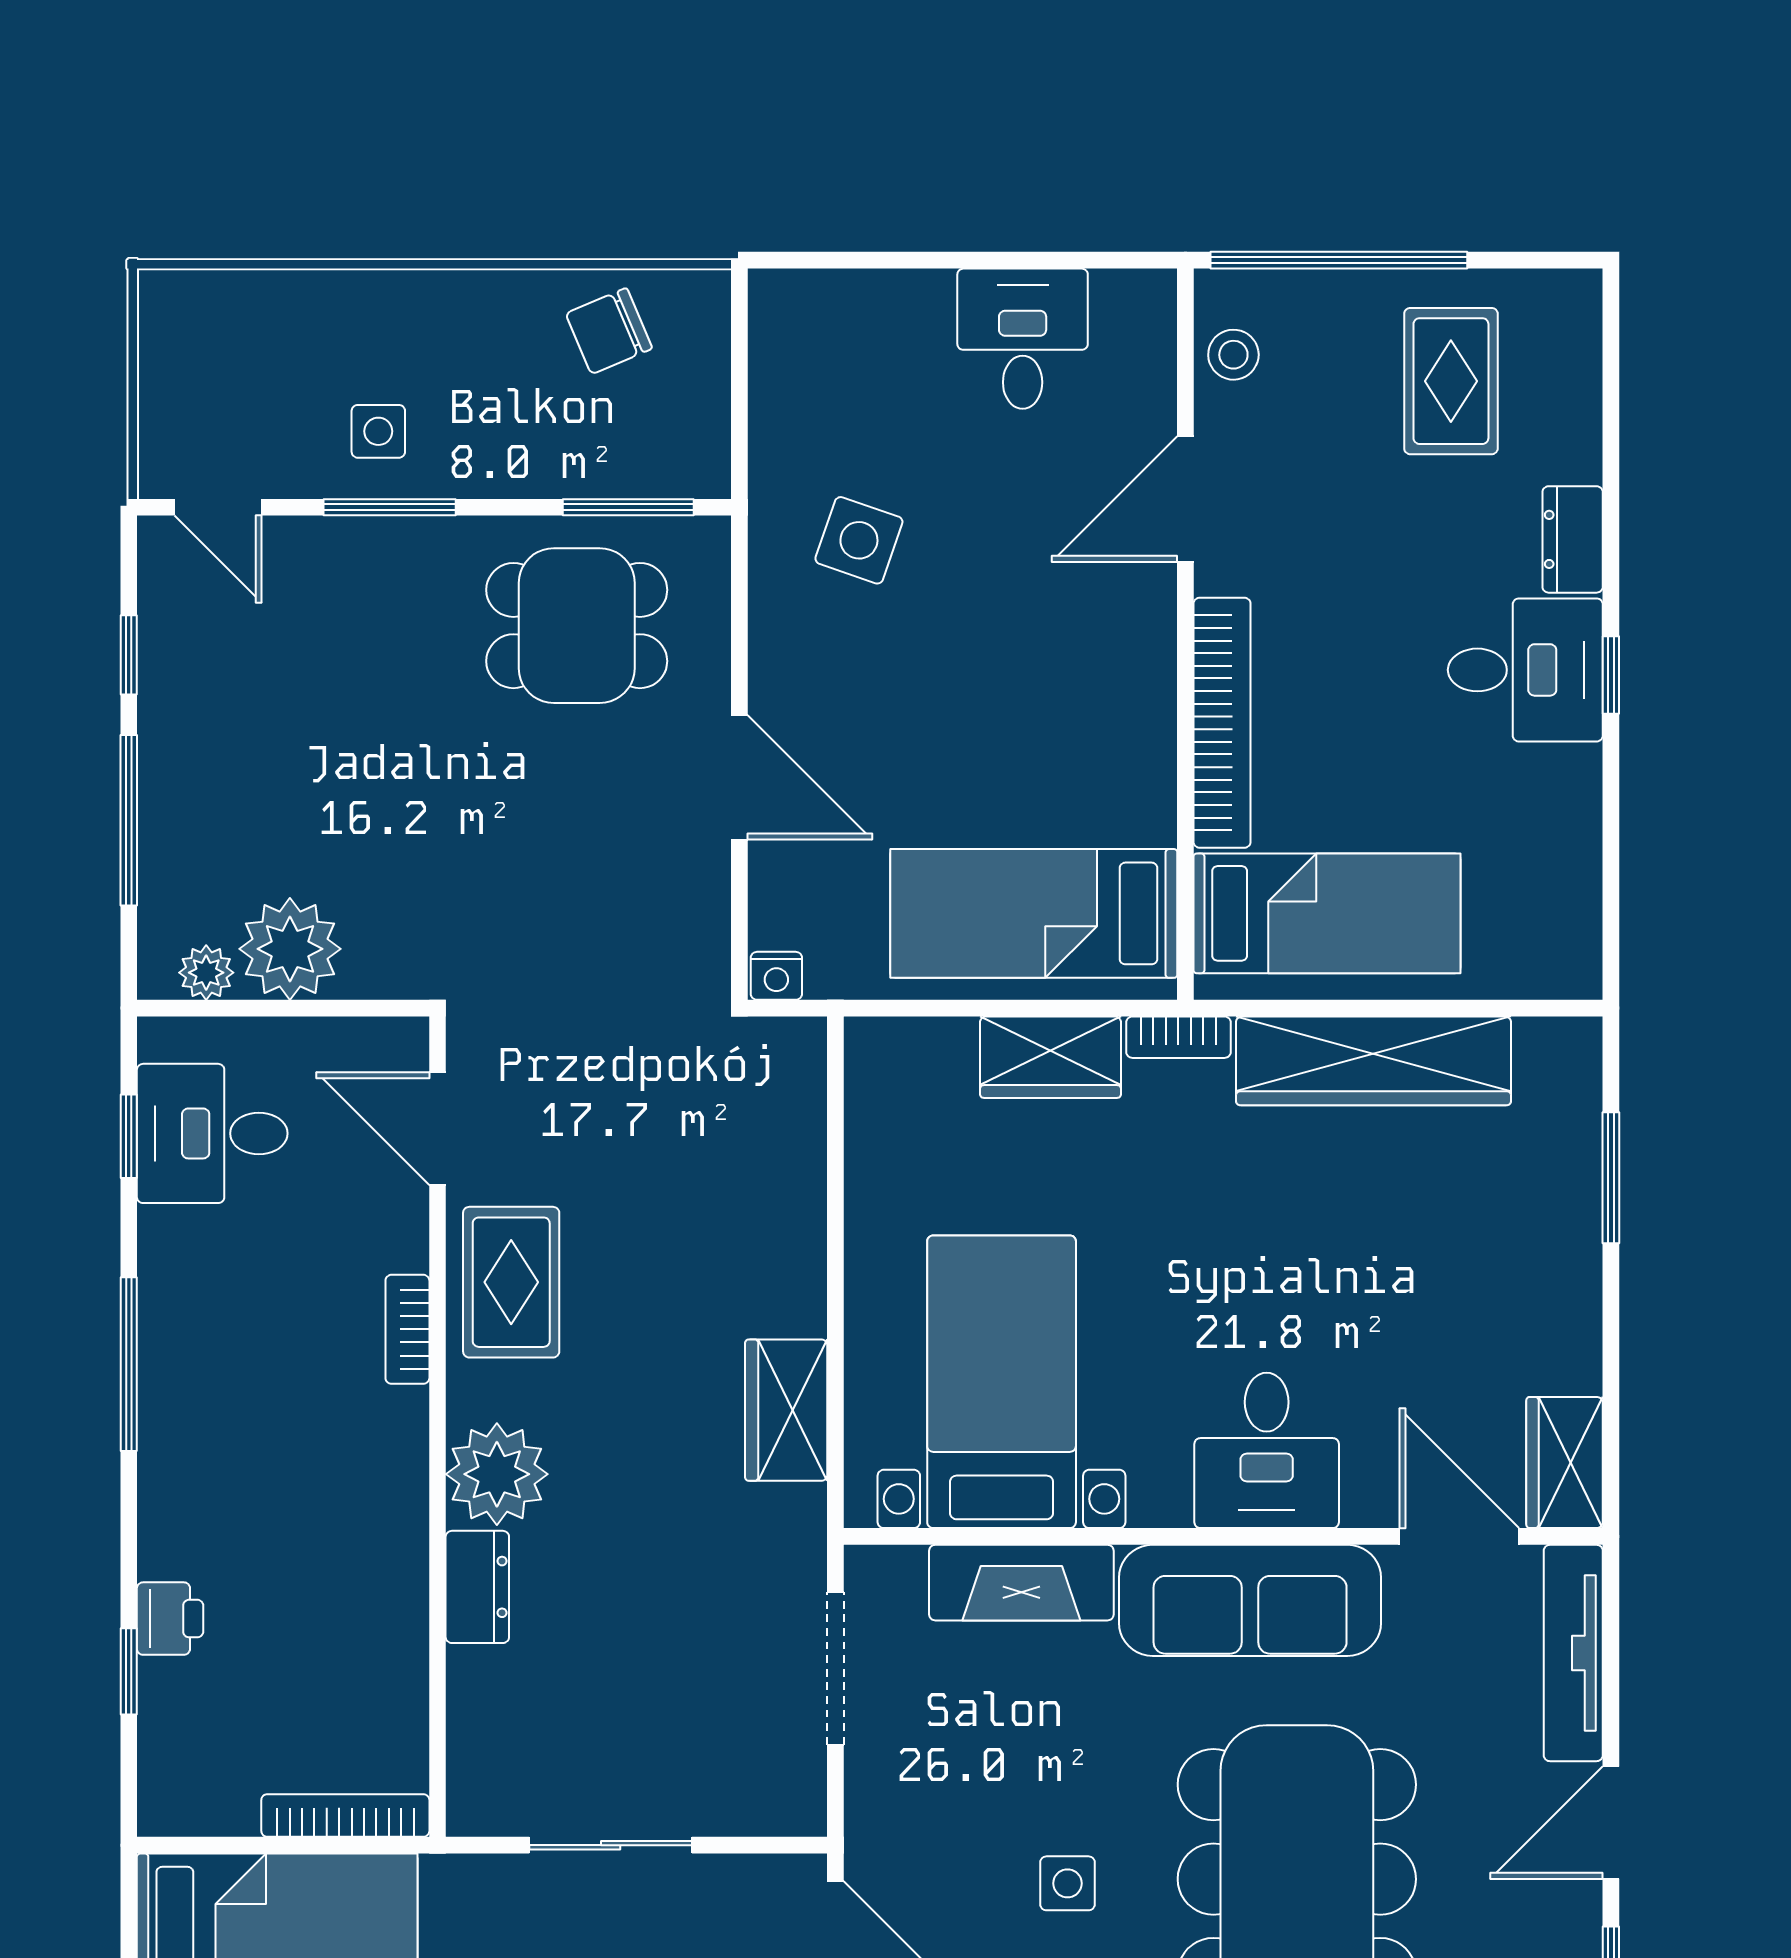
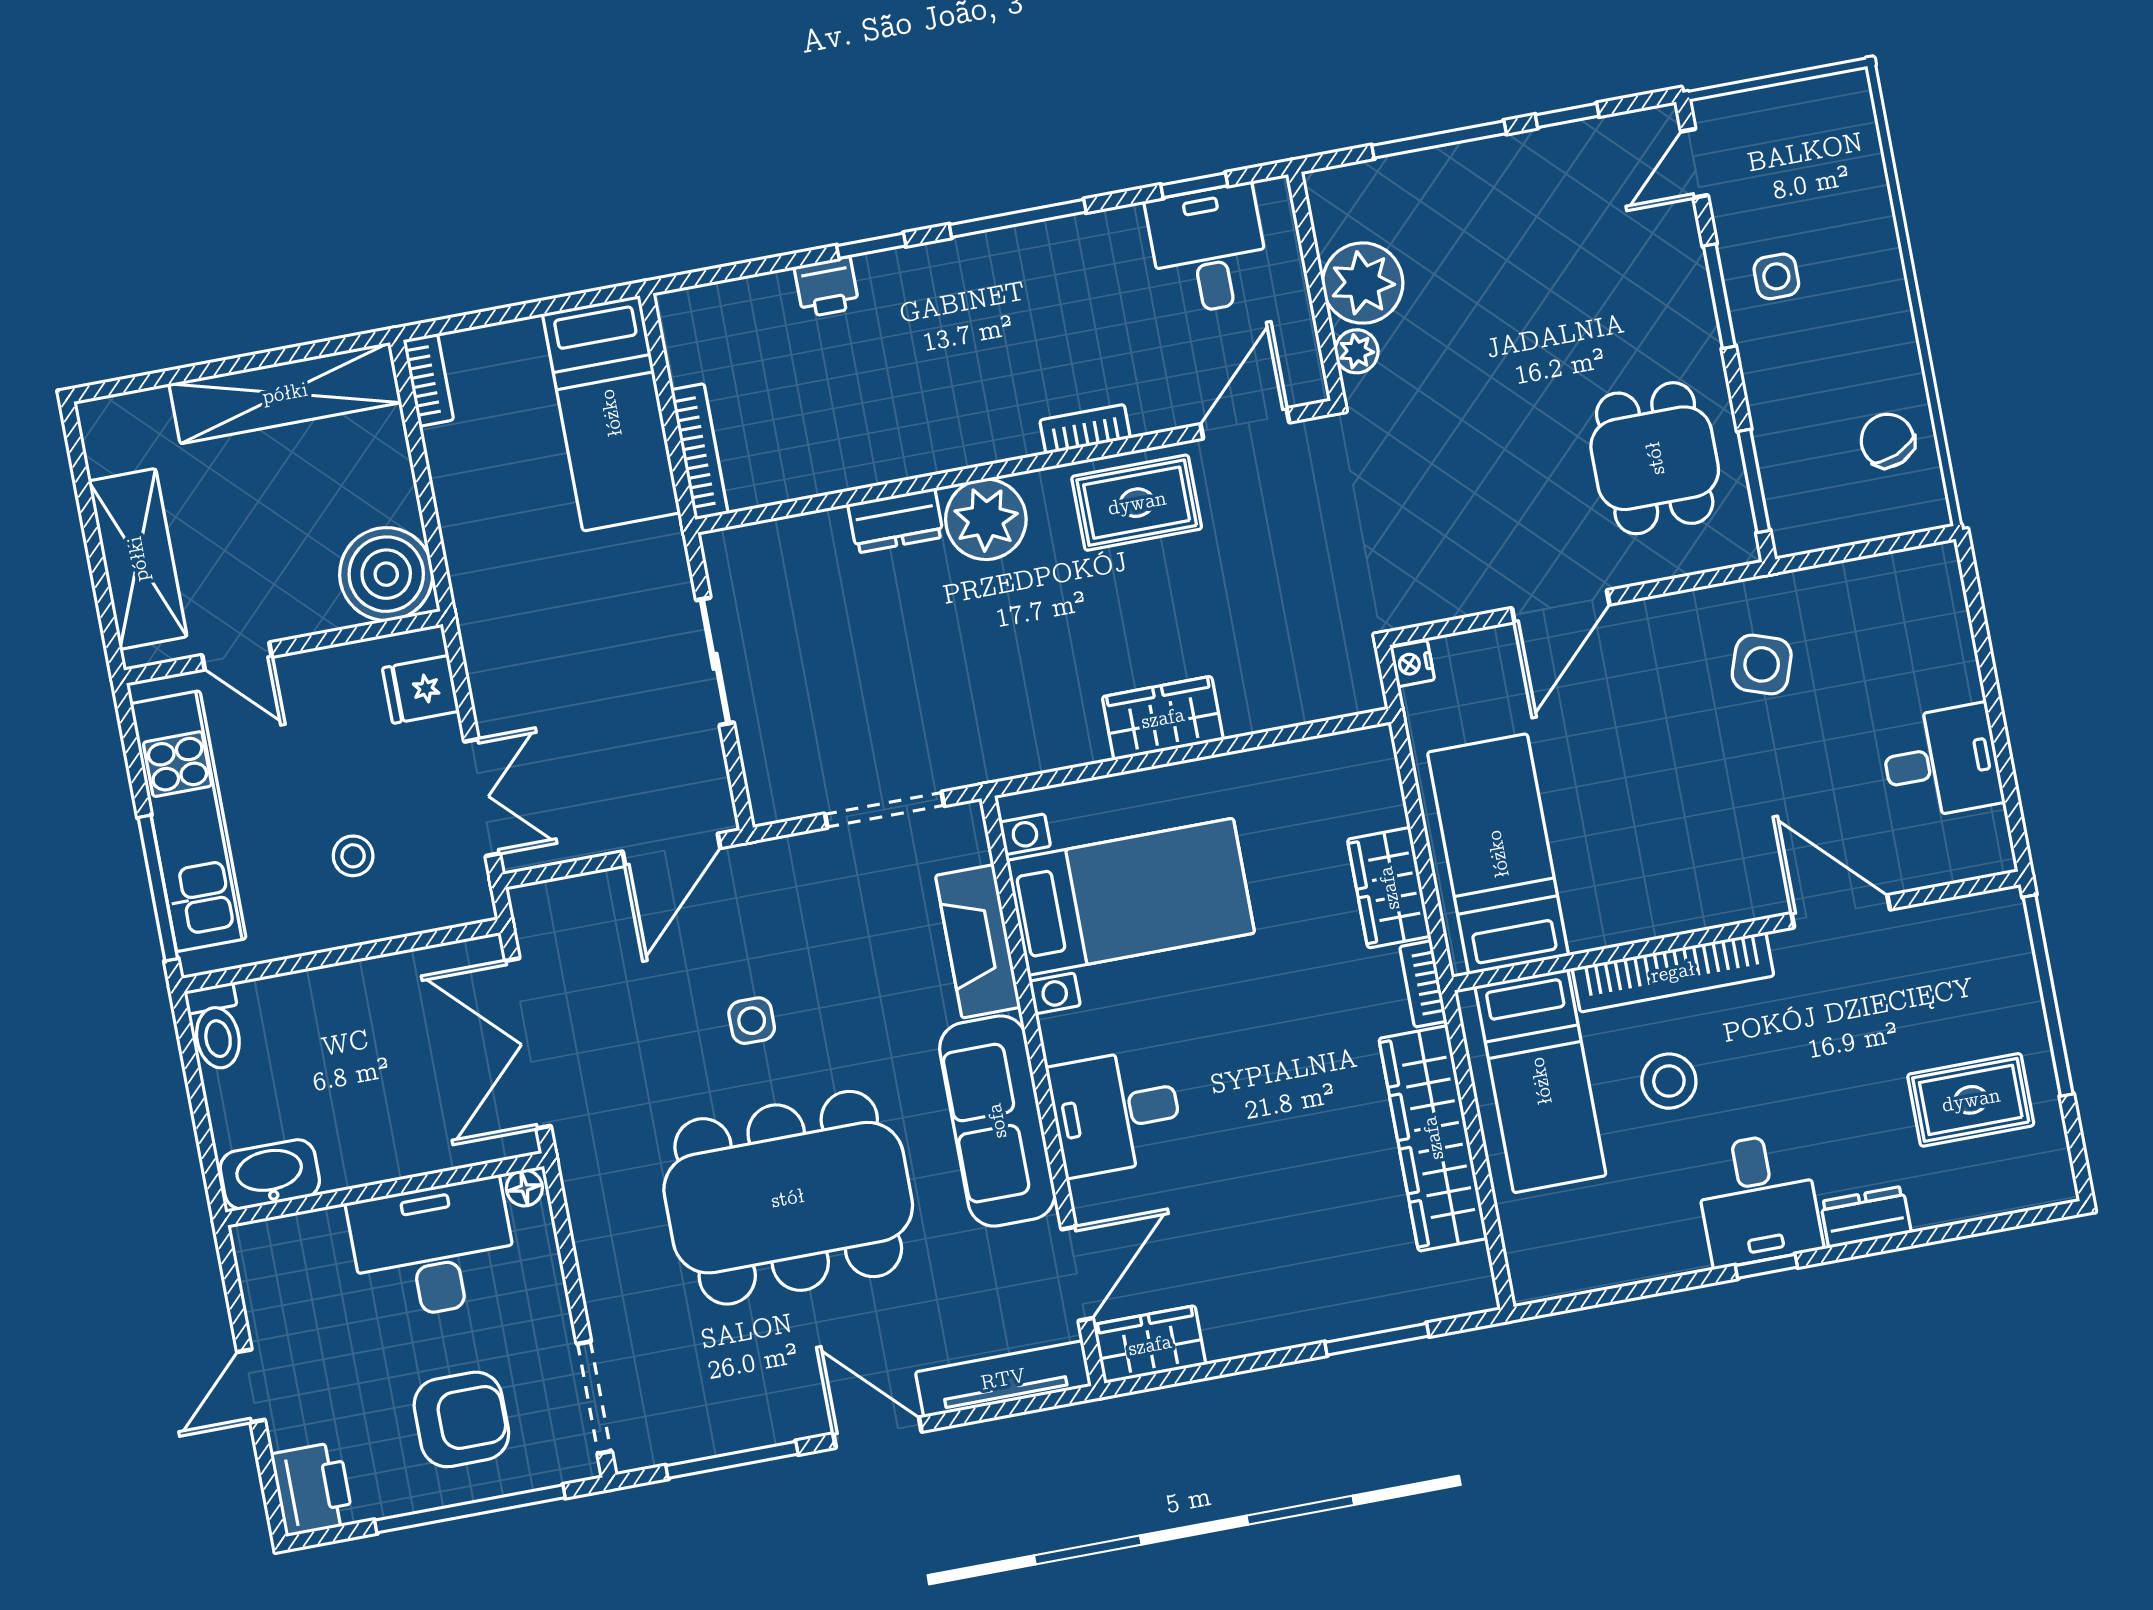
stool: (1233, 355) -> (1669, 1081), moved, width x1.37, depth x1.37
plant: (206, 973) -> (1357, 351), moved
wardrobe: (786, 1410) -> (1163, 718), moved
window: (129, 1671) -> (871, 246), moved

